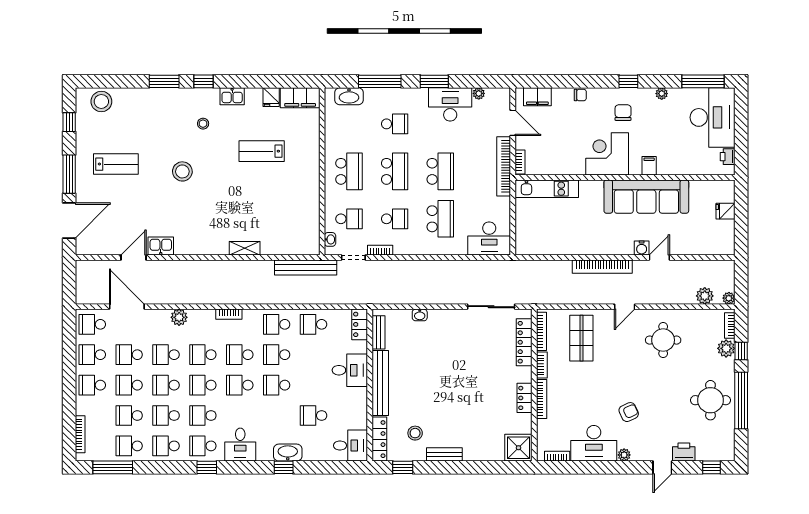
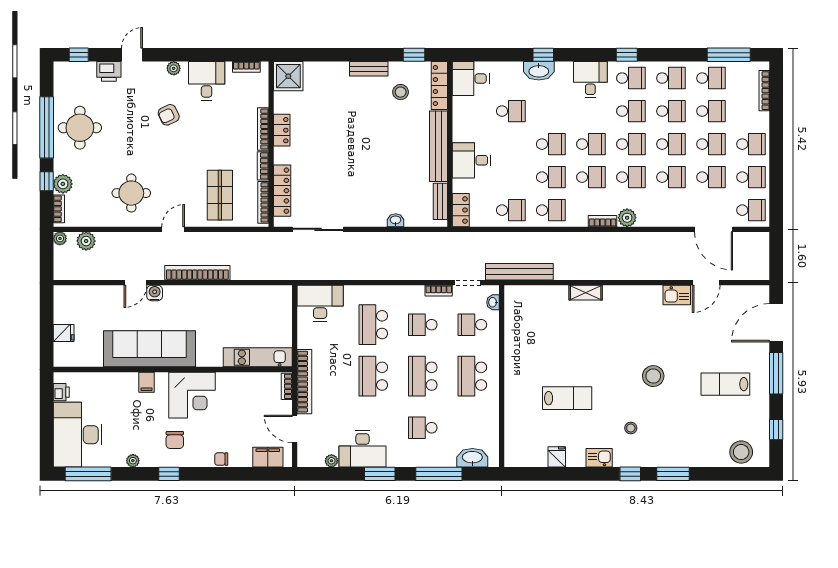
filing cabinet: (300, 98) -> (525, 456), removed
plant: (179, 317) -> (627, 218), moved
desk: (594, 443) -> (207, 81), width x0.73

